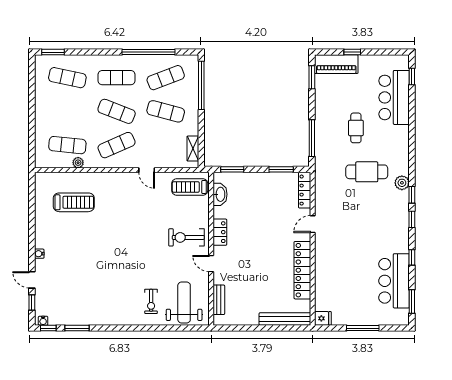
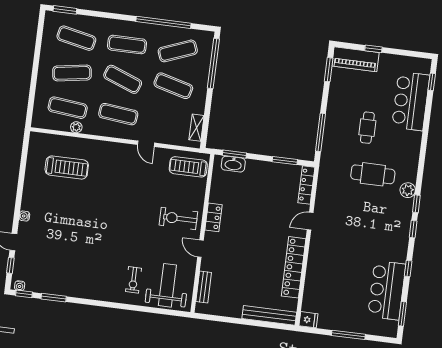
exercise mat: (67, 111) -> (72, 73), added
exercise mat: (117, 145) -> (118, 114), turned 30
washbasin: (220, 194) -> (233, 164), moved, turned 90

